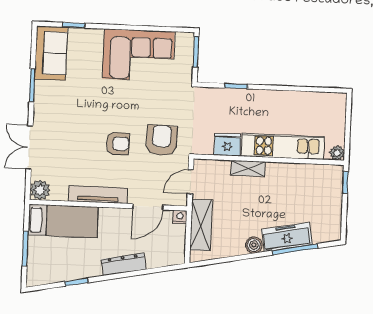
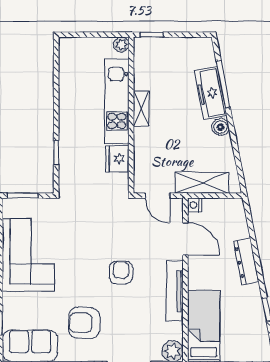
armchair: (162, 140) -> (84, 323), moved
shelving: (248, 168) -> (141, 109), moved

